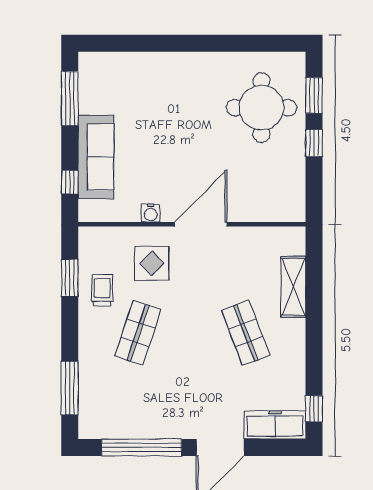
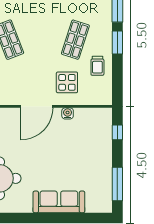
sofa: (96, 157) -> (59, 202), moved, turned 90
window: (70, 278) -> (117, 42), moved

